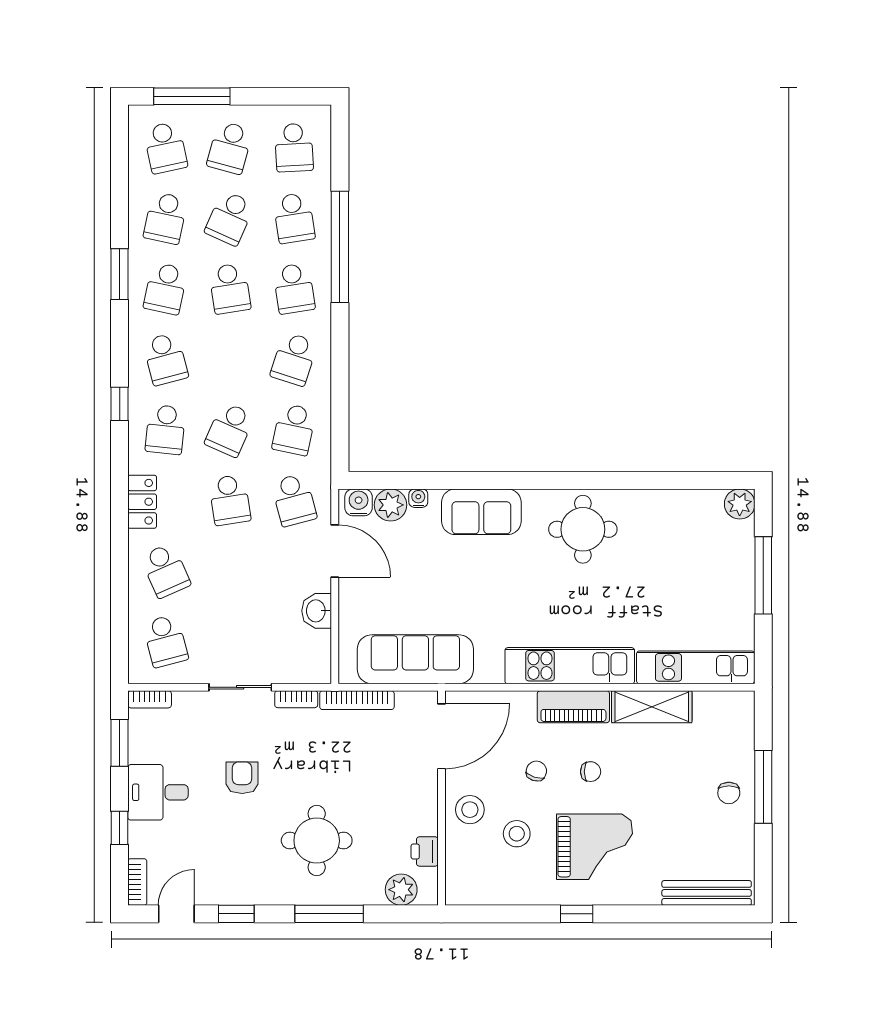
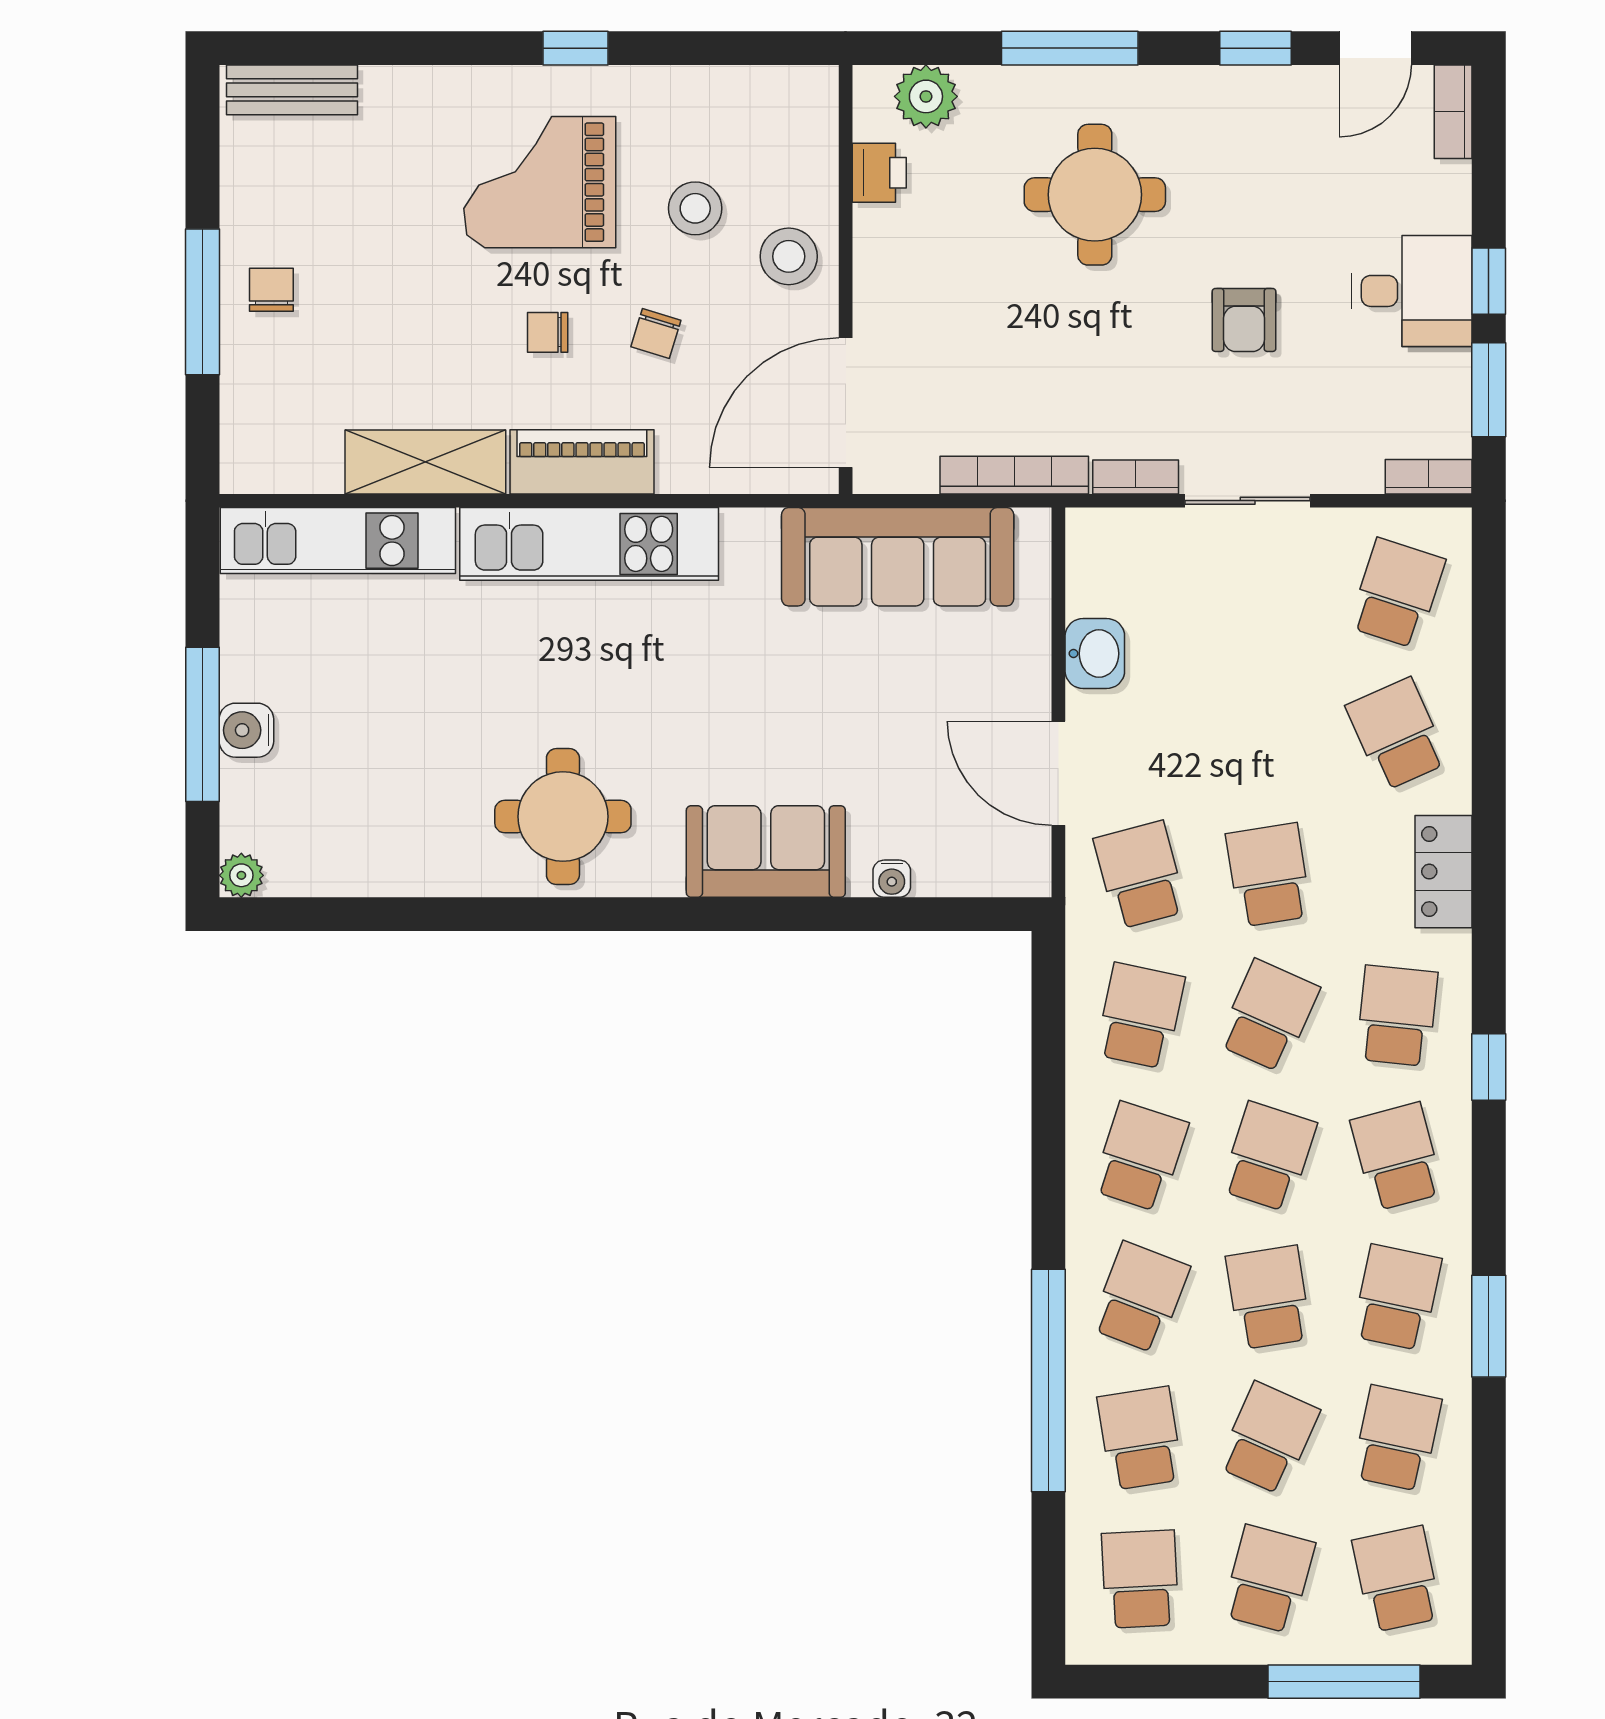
school desk: (294, 289) -> (1140, 1297), turned 30
school desk: (230, 359) -> (1269, 1157), added
water cooler: (359, 502) -> (246, 730), moved, turned 90
plant: (740, 504) -> (241, 875), width x0.73, depth x0.73
plant: (391, 505) -> (947, 865), removed
school desk: (165, 641) -> (1397, 593), turned 33
window: (120, 828) -> (1489, 281), moved
bench: (707, 893) -> (292, 90), width x0.73

